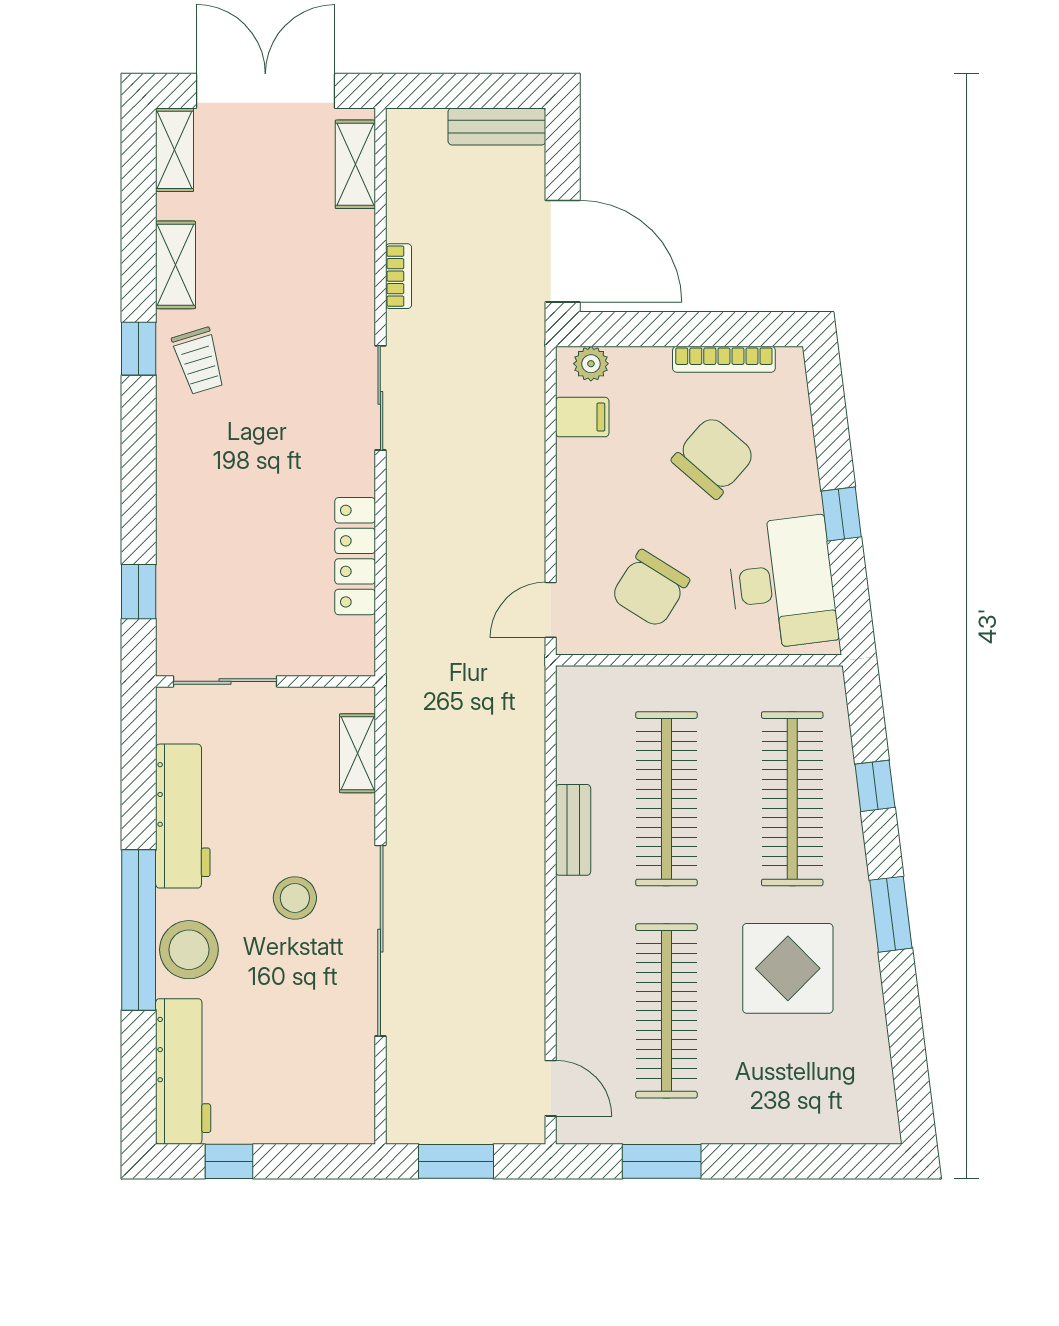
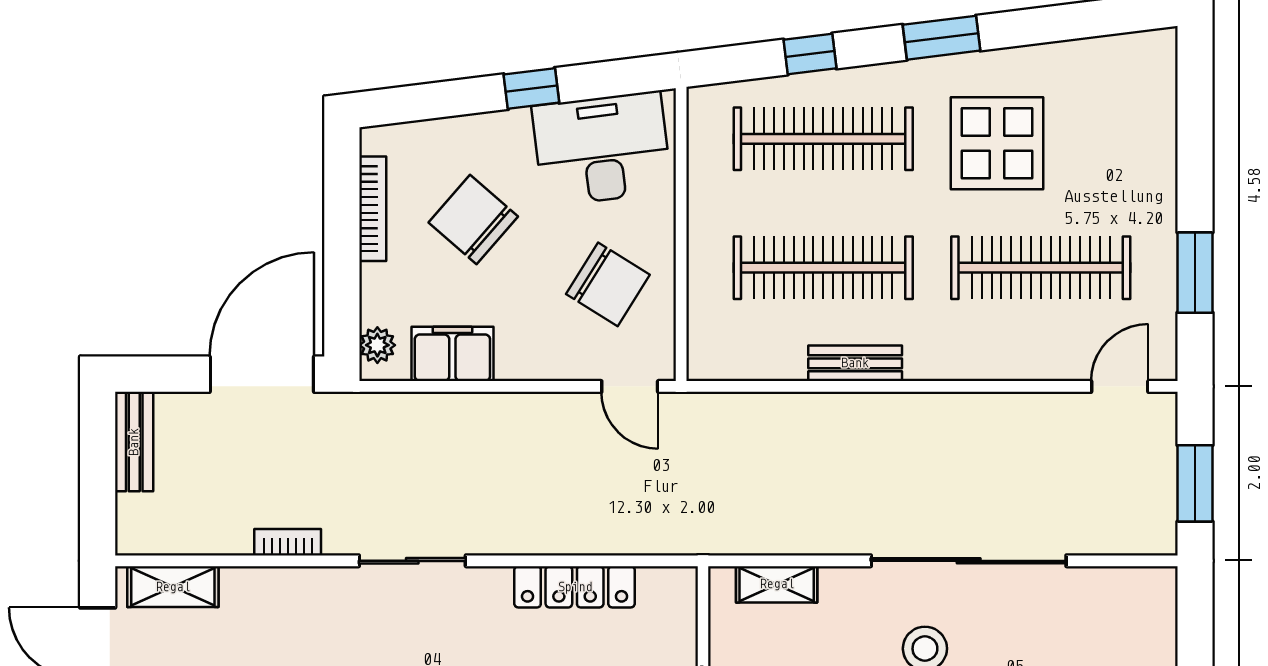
filing cabinet: (582, 417) -> (452, 354), width x2.00

